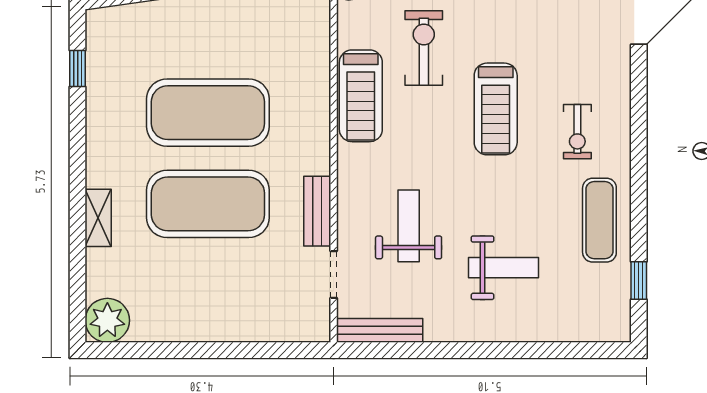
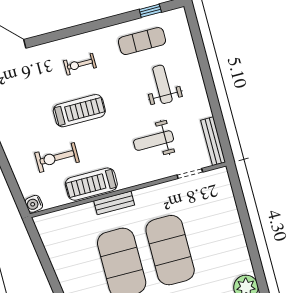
treadmill: (361, 96) -> (91, 184), turned 180
exercise bike: (577, 132) -> (80, 64), turned 180
bench: (317, 211) -> (114, 203), moved
exercise mat: (599, 220) -> (142, 41), moved

